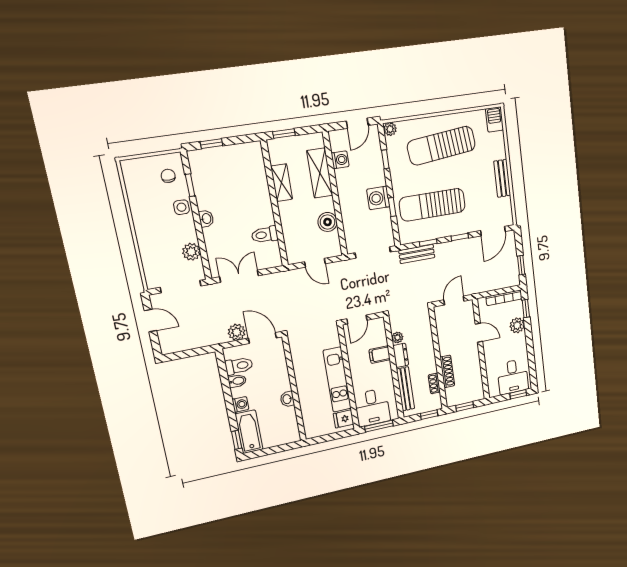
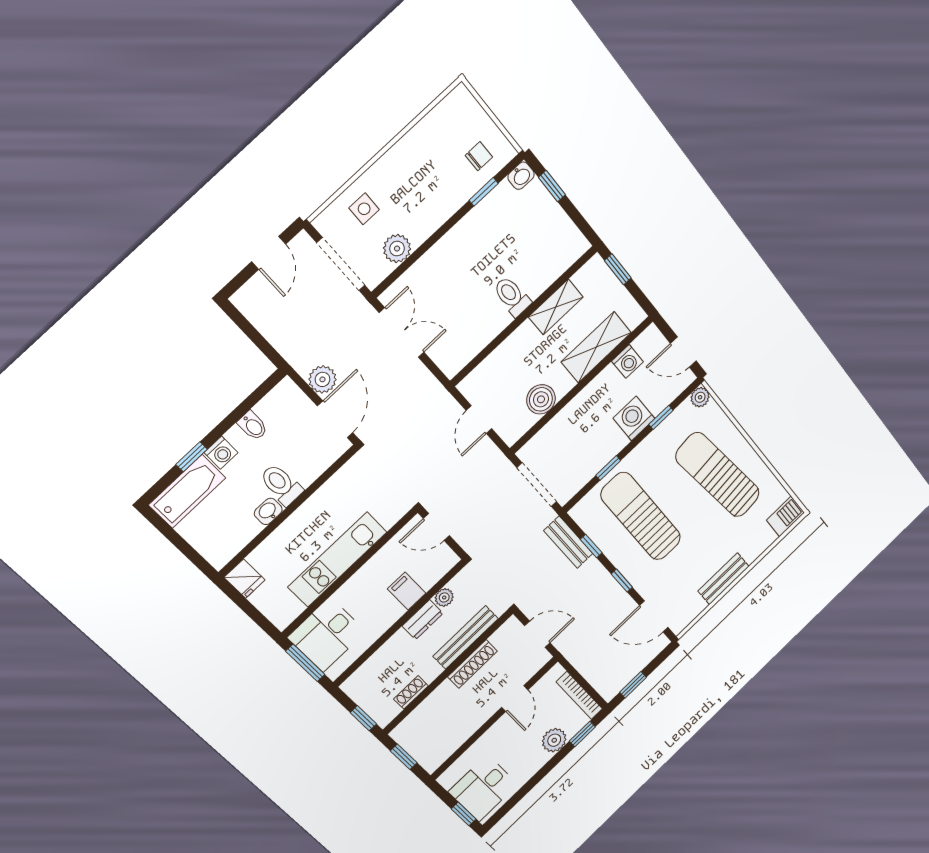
washing machine: (378, 198) -> (634, 418), moved
side table: (181, 207) -> (364, 209), moved
washbasin: (206, 219) -> (521, 176), moved
toilet: (265, 235) -> (512, 296), moved
toilet: (239, 366) -> (281, 485), moved, turned 180
shoe rack: (447, 371) -> (472, 664), moved
bench: (405, 389) -> (466, 637), moved
fridge: (344, 419) -> (245, 579), moved, turned 180
window: (237, 440) -> (192, 457), moved

